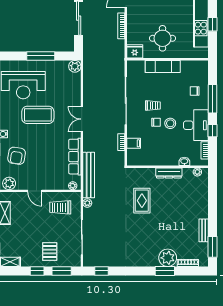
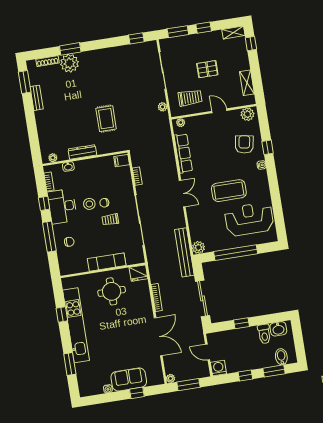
window: (41, 56) -> (236, 253), width x1.46
filing cabinet: (134, 143) -> (122, 161), moved
bench: (89, 175) -> (184, 252), moved
pallet: (50, 251) -> (207, 69), moved, turned 90

